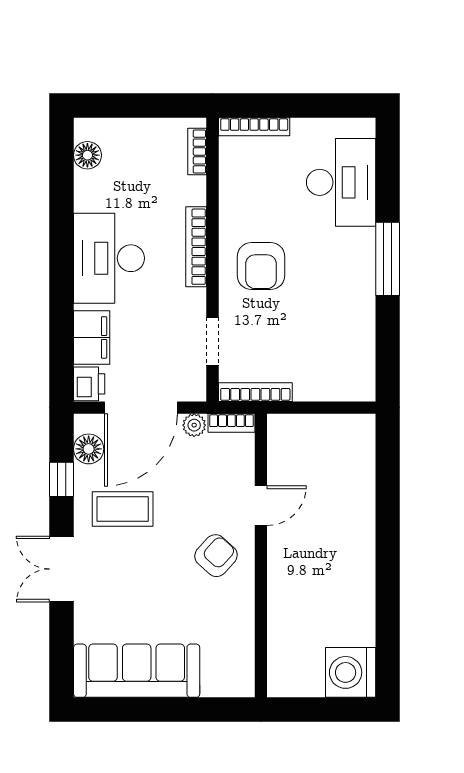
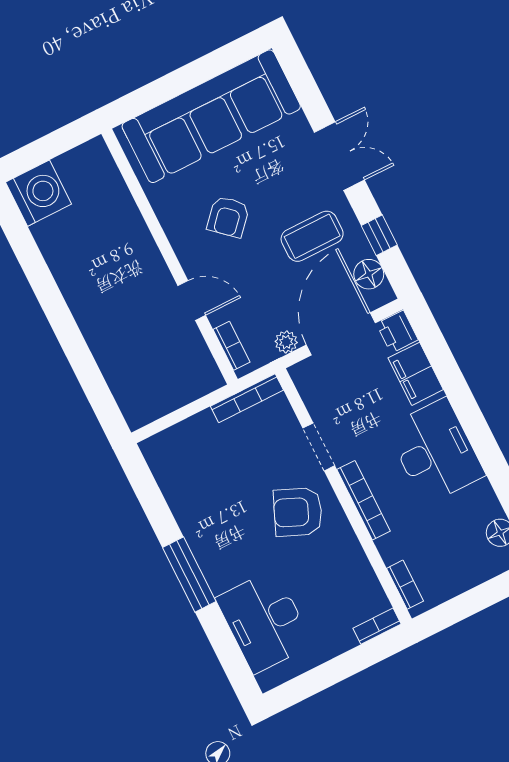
bookcase: (254, 127) -> (377, 626), width x0.64
armchair: (261, 266) -> (298, 512), turned -67
doorway: (213, 342) -> (319, 447), moved
bookcase: (231, 423) -> (231, 346), moved, turned 90
door: (261, 506) -> (192, 300), swing flipped
armchair: (216, 556) -> (228, 217), moved
sofa: (137, 671) -> (211, 116), width x1.36, depth x1.27

